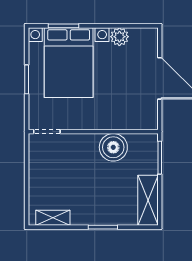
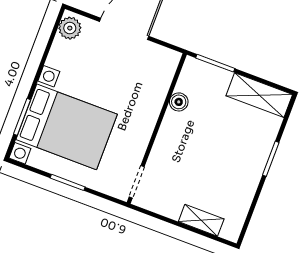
plant: (119, 37) -> (70, 28), moved
boiler: (113, 147) -> (179, 102), width x0.54, depth x0.54
shelving: (53, 218) -> (201, 220), moved, turned 90

